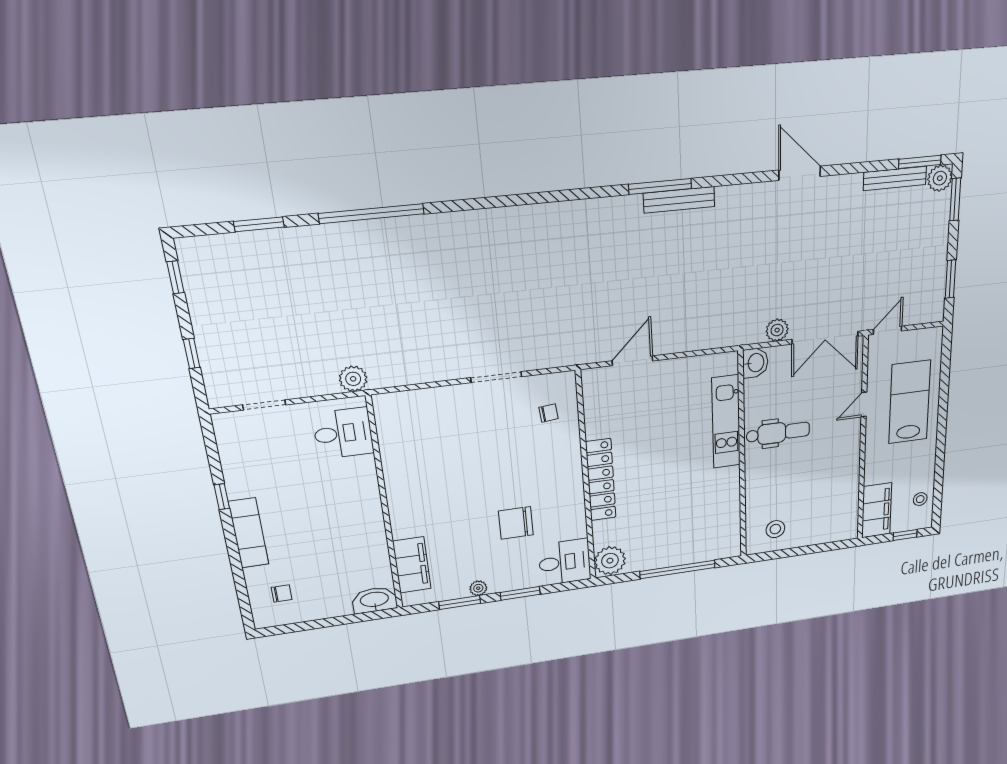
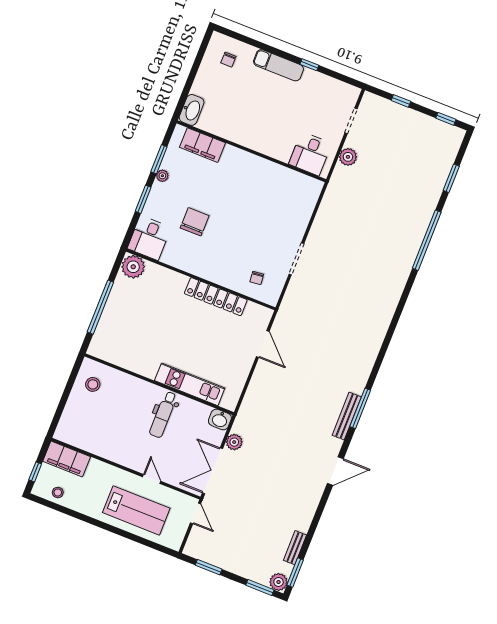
door: (800, 173) -> (335, 471), moved
bench: (895, 178) -> (295, 548), width x0.73
plant: (353, 379) -> (348, 157), moved
locker: (601, 480) -> (216, 297), moved

